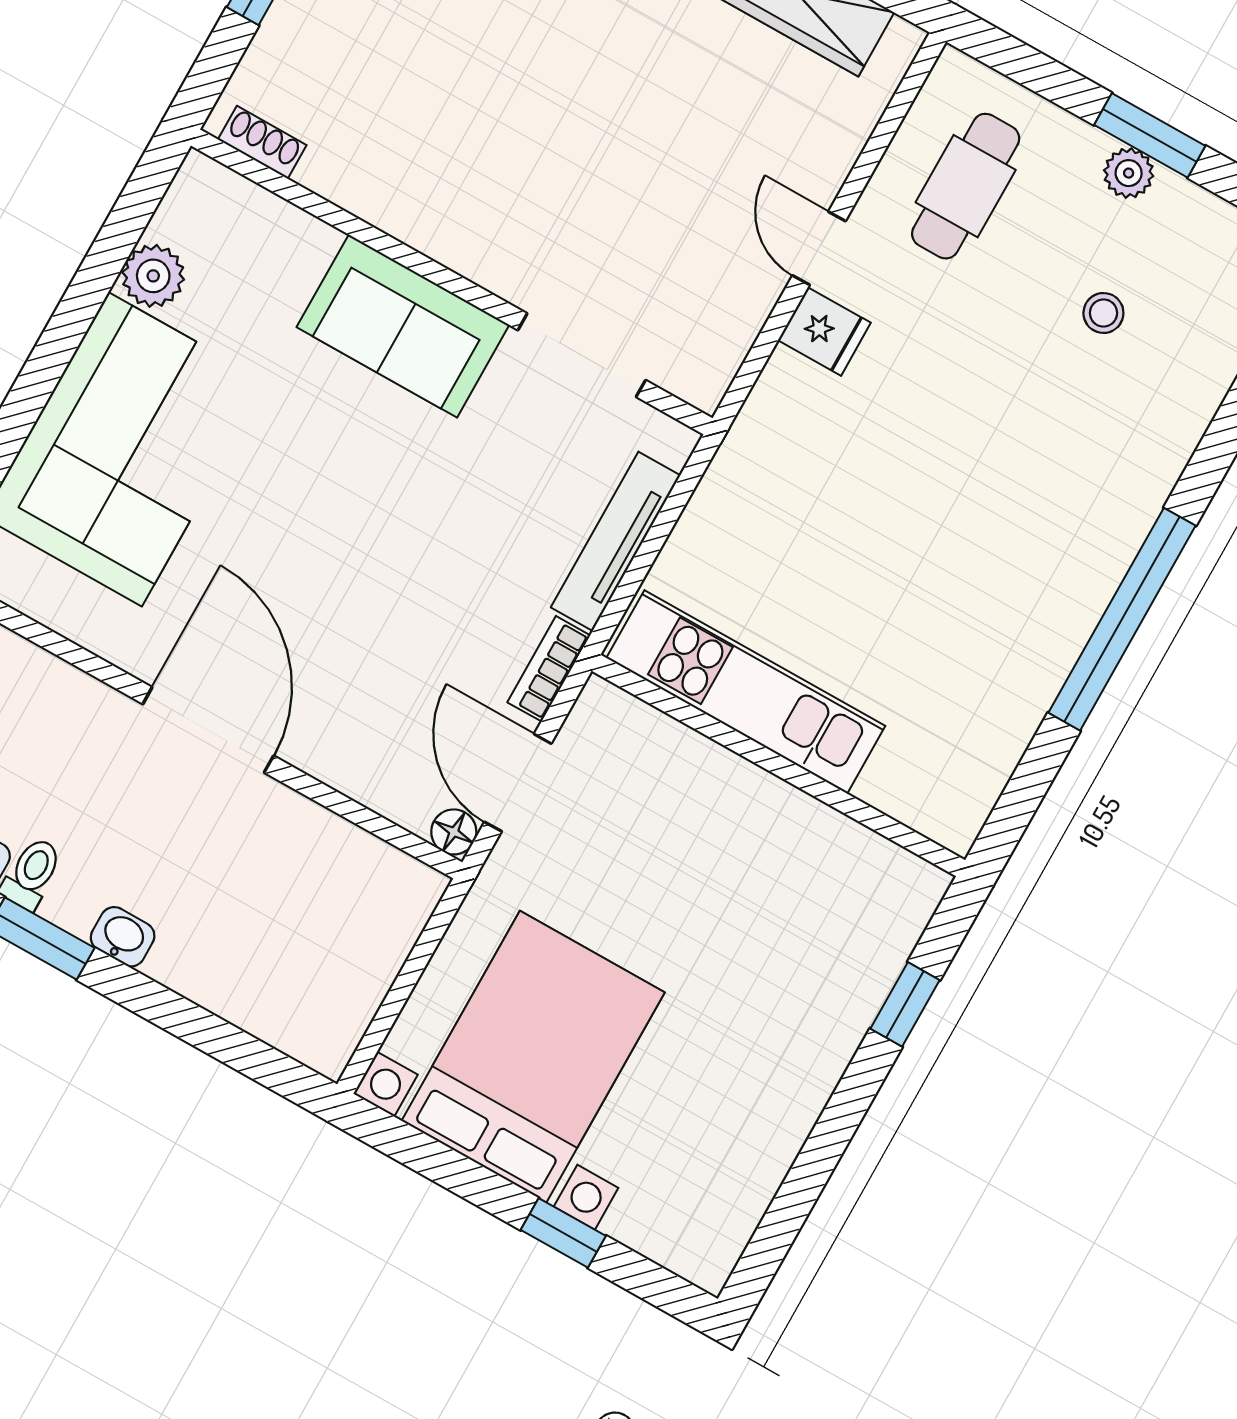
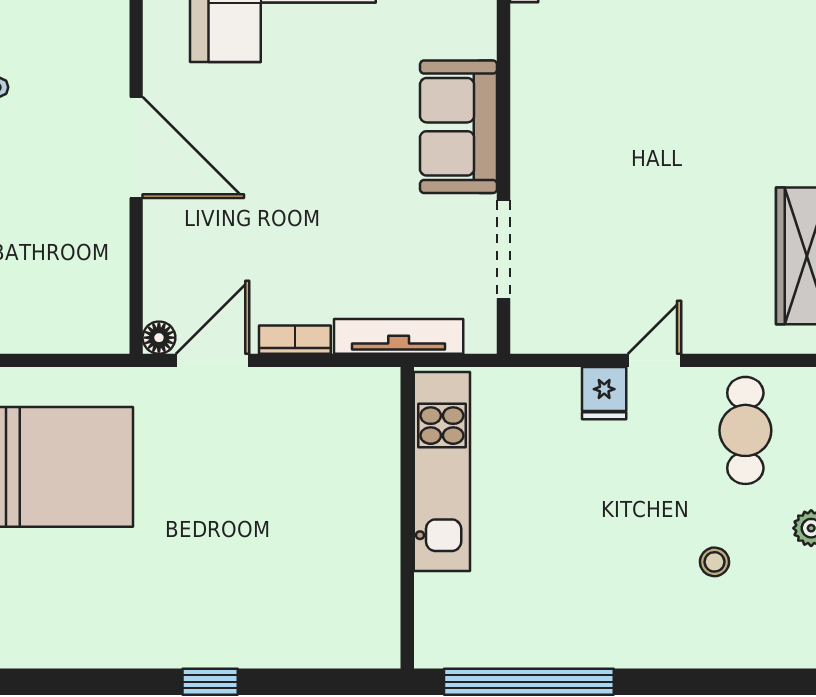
cafe table: (966, 186) -> (745, 430), turned 90
kitchen unit: (746, 692) -> (442, 471), moved
door: (208, 730) -> (136, 147), hinge flipped
wall: (778, 765) -> (407, 518), moved

